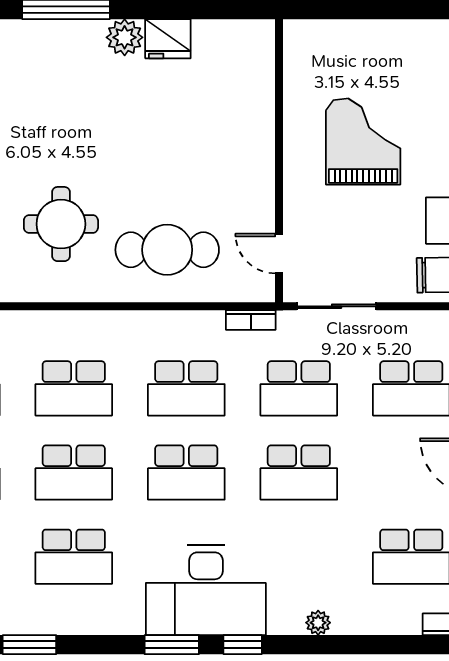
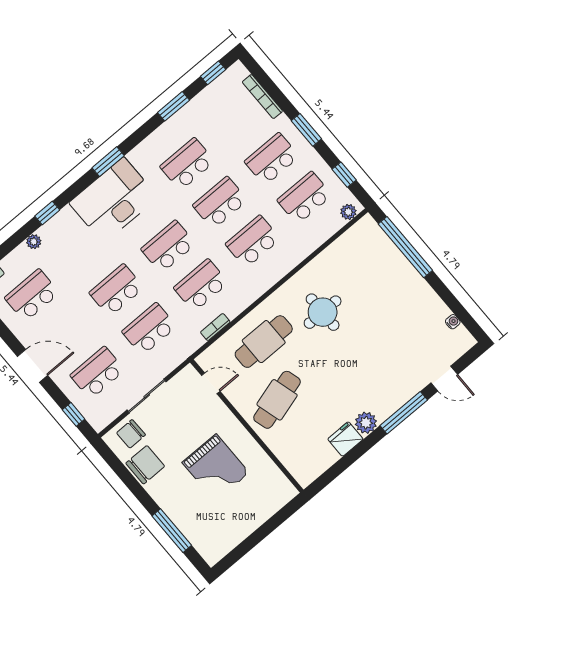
cafe table: (213, 162) -> (277, 400), added
sliding door: (337, 306) -> (147, 396), moved
bookcase: (251, 320) -> (215, 327), moved
plant: (318, 623) -> (34, 242), moved
window: (243, 645) -> (47, 213), moved

